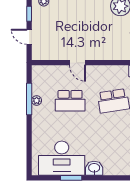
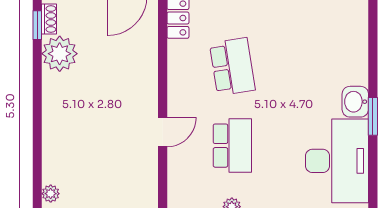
window: (71, 178) -> (373, 116), moved

